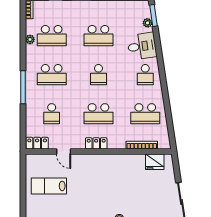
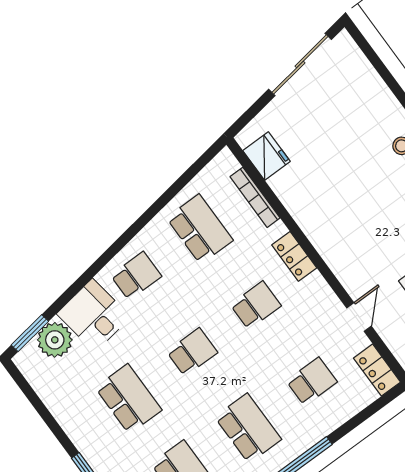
plant: (148, 23) -> (55, 340), width x1.88, depth x1.88
school desk: (98, 114) -> (256, 305), width x0.54
locker: (96, 143) -> (294, 256), moved

